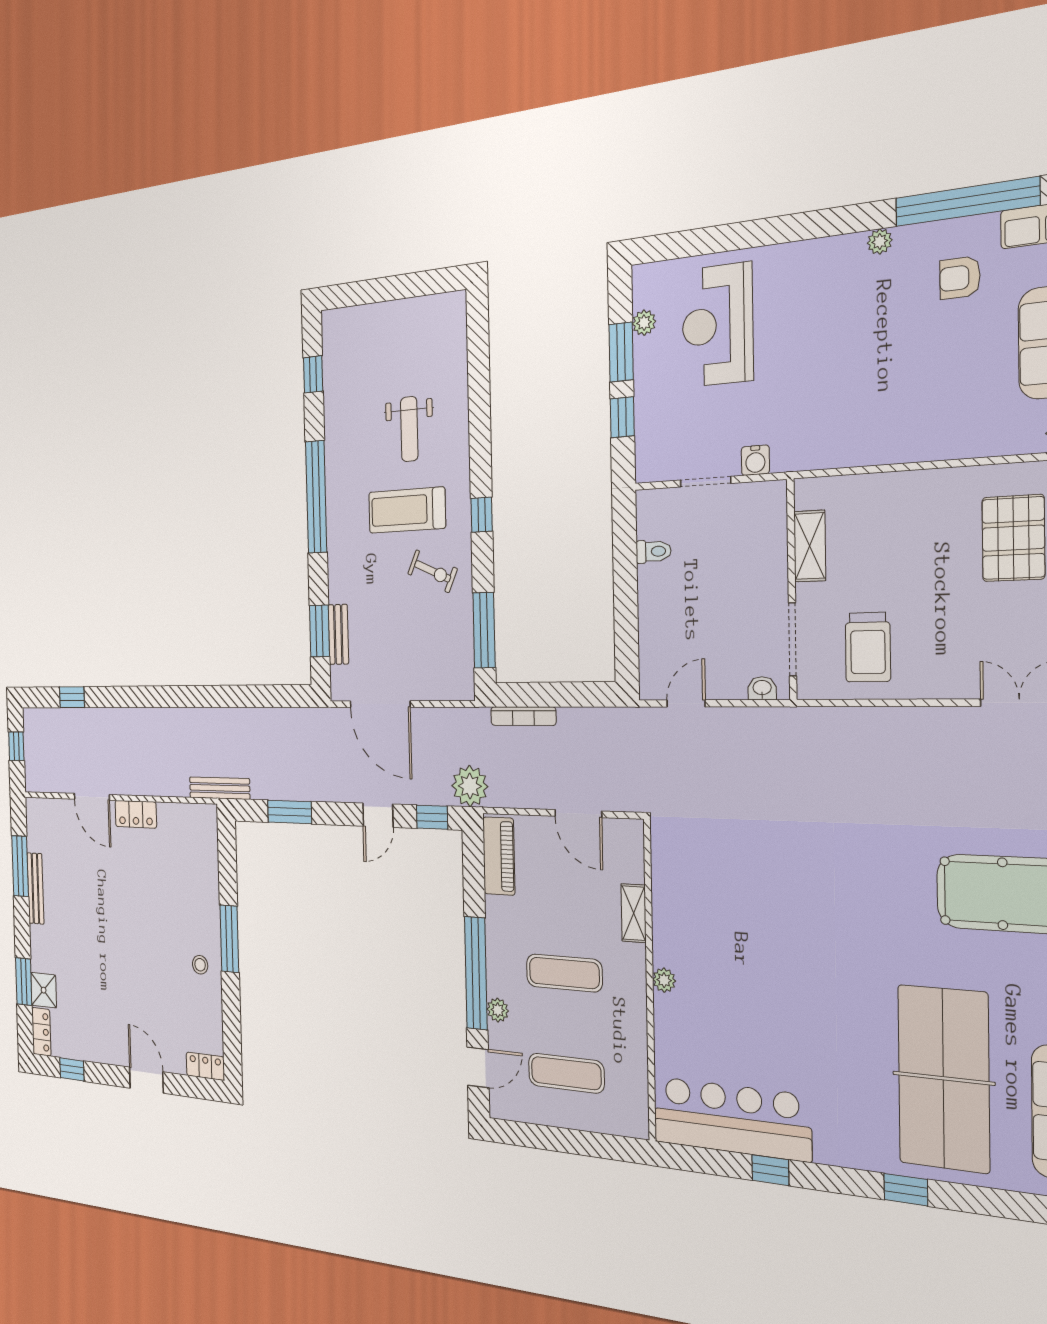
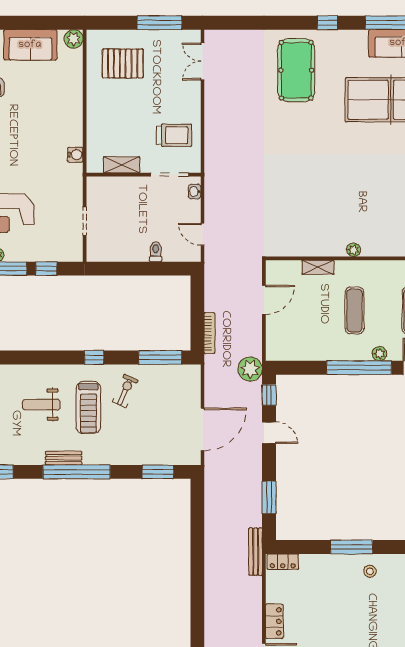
weight bench: (409, 429) -> (41, 405), turned 180
water cooler: (755, 460) -> (75, 155), moved
toilet: (654, 551) -> (156, 252), moved
bench: (338, 634) -> (64, 458), moved
locker: (208, 830) -> (283, 562), added
piano: (499, 856) -> (290, 351), removed

